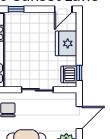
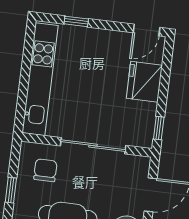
dishwasher: (69, 74) -> (143, 128), removed
sliding door: (37, 90) -> (93, 146), width x1.37

